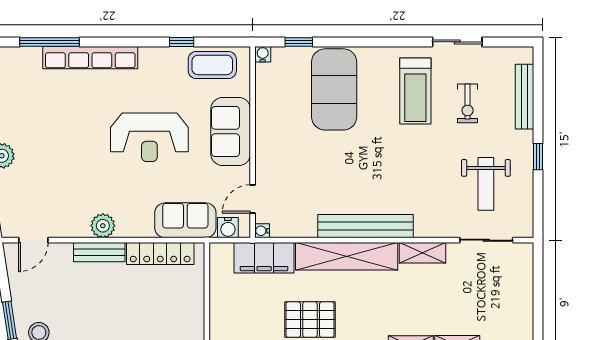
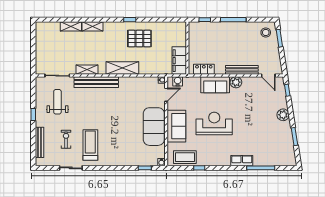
row of seats: (90, 58) -> (242, 161), width x0.50
exercise mat: (334, 89) -> (154, 127), moved
sofa: (185, 220) -> (215, 85), moved
bench: (366, 226) -> (96, 82), moved
door: (33, 240) -> (268, 76), swing flipped
bench: (99, 252) -> (242, 70), width x1.36
locker: (160, 253) -> (204, 69), width x0.66
shelving: (347, 256) -> (122, 68), width x0.68
filing cabinet: (264, 258) -> (179, 61), moved, turned -90

